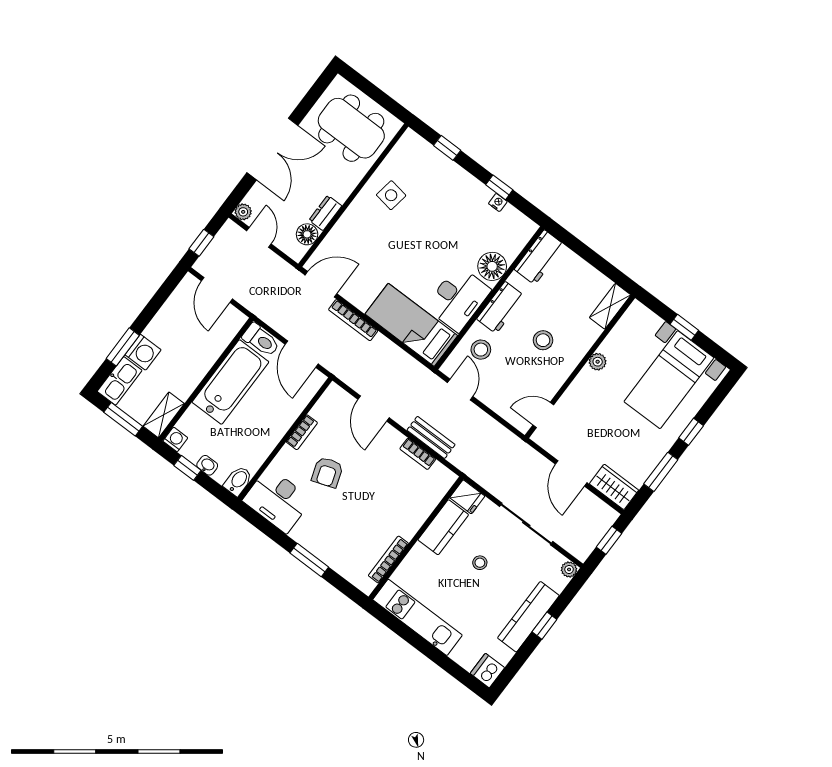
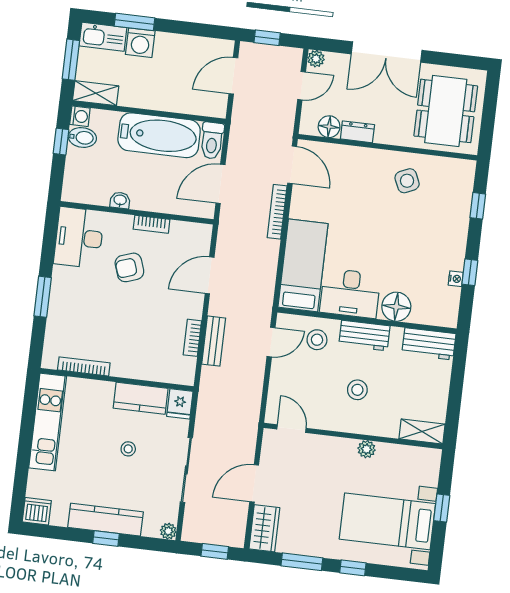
side table: (391, 195) -> (407, 181), turned -34
washbasin: (207, 465) -> (120, 200), moved, turned -90
bidet: (238, 481) -> (82, 138), moved

